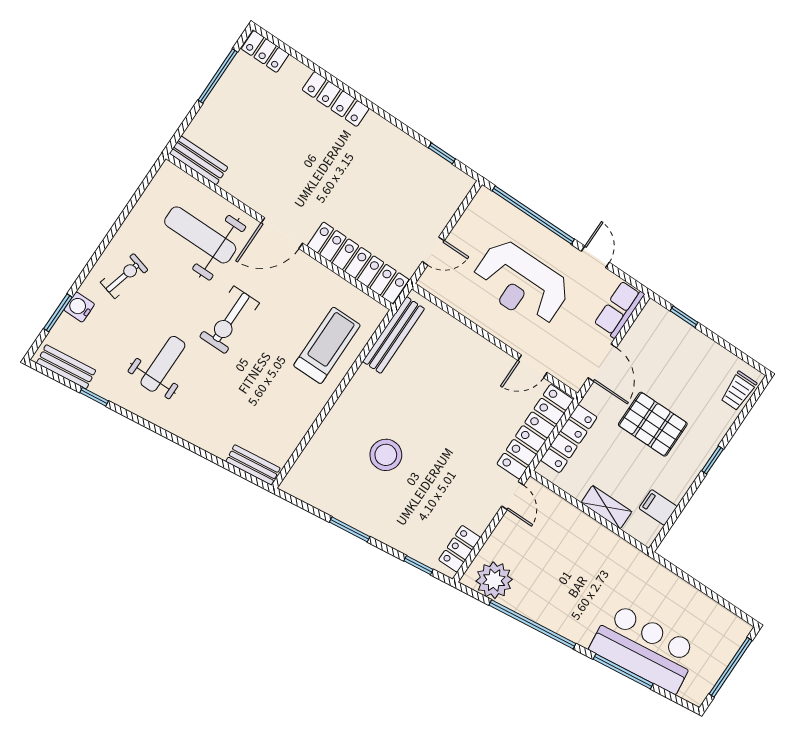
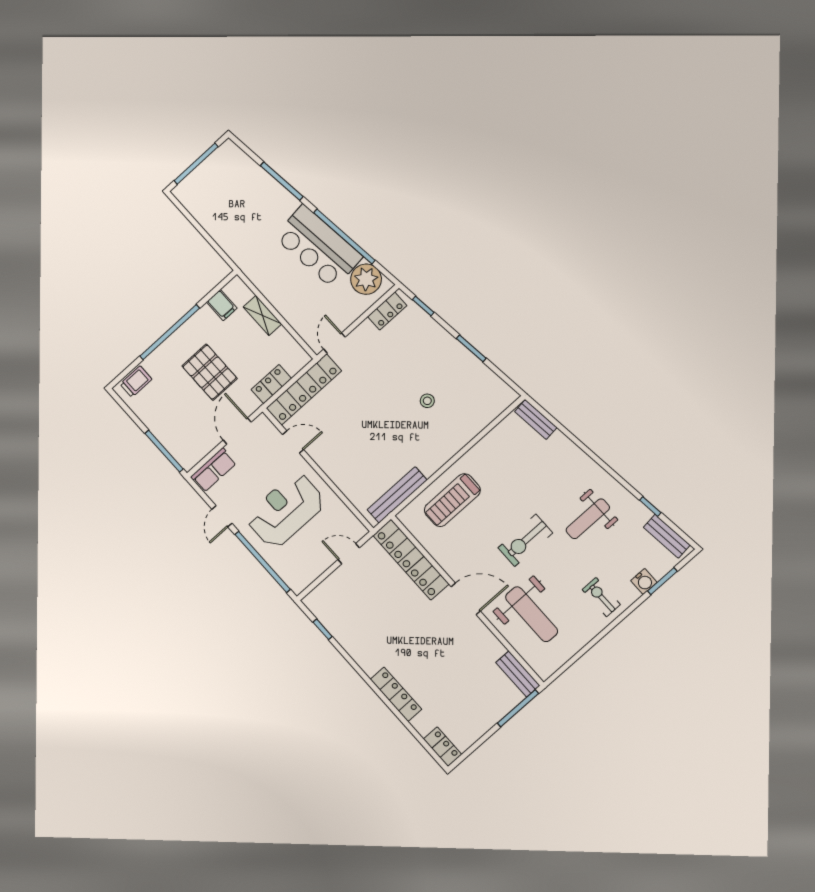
window: (218, 76) -> (518, 708), moved
exercise bike: (124, 276) -> (601, 597), turned 75
reception desk: (521, 283) -> (286, 510), turned -90
window: (684, 317) -> (164, 451), width x2.17
exercise bike: (229, 320) -> (525, 540), turned 180
locker: (569, 439) -> (271, 384), width x0.66
stool: (386, 455) -> (427, 401), width x0.53, depth x0.53
window: (712, 460) -> (170, 332), width x3.17
bar counter: (644, 648) -> (318, 247), moved

